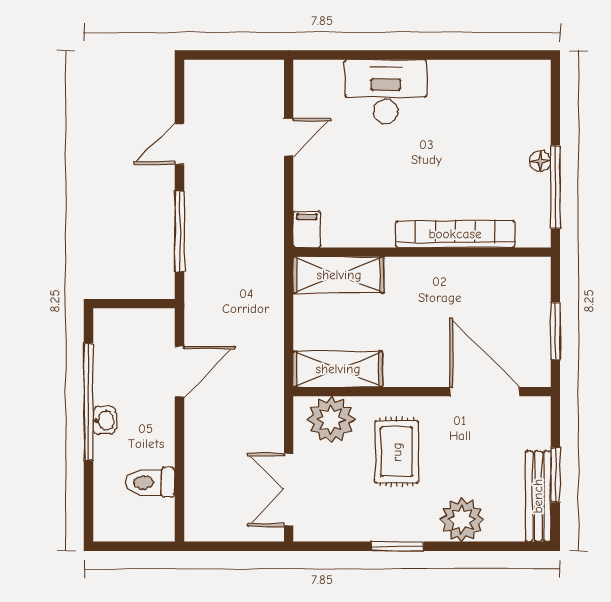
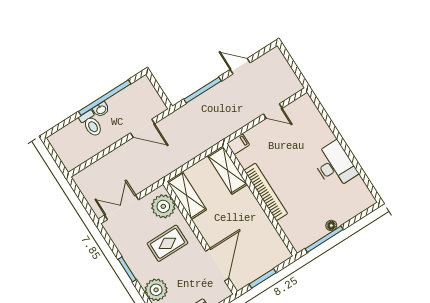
desk: (386, 92) -> (335, 165), moved
bookcase: (455, 234) -> (266, 192), moved
toilet: (150, 482) -> (91, 124), moved, turned 180

